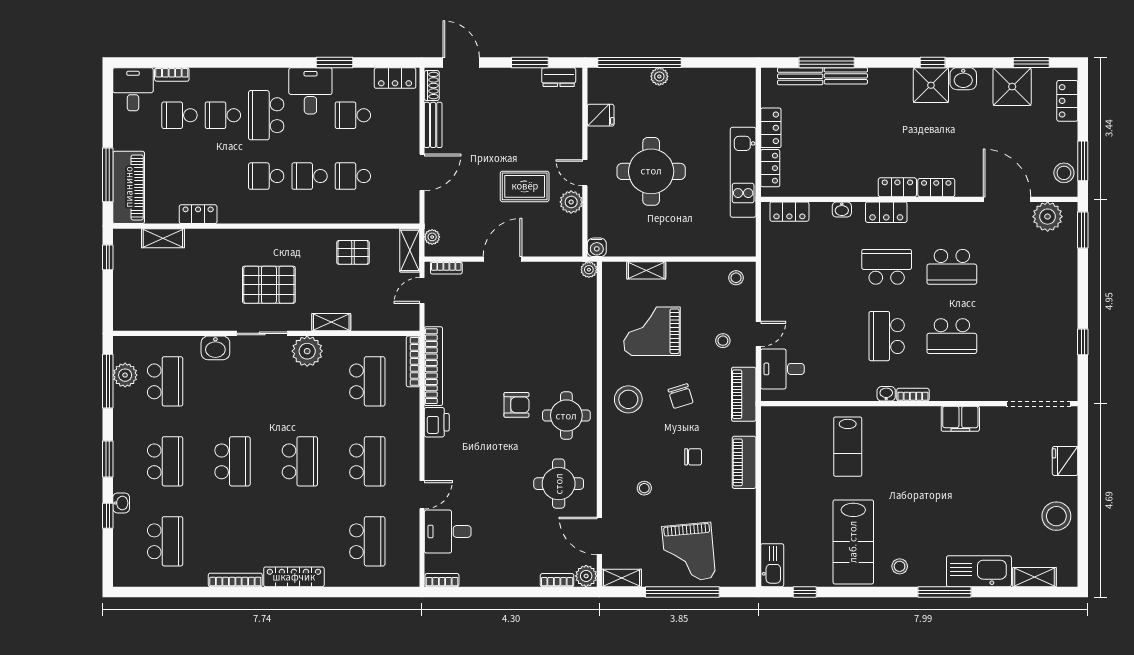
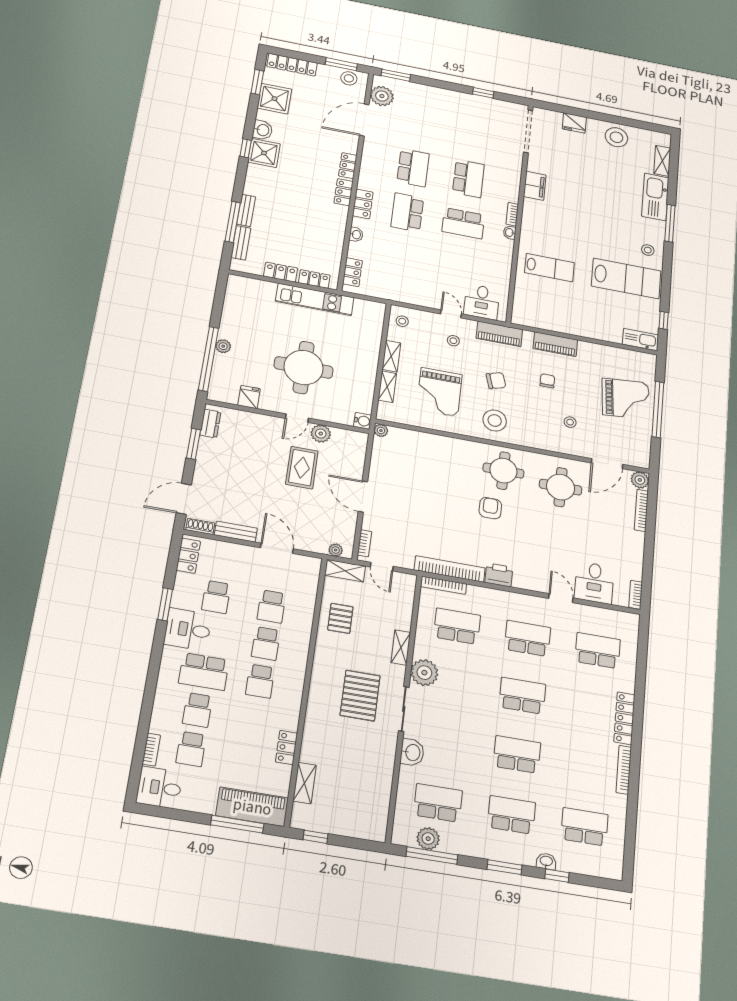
locker: (1067, 101) -> (292, 65), width x1.53
shelving: (622, 578) -> (391, 356), moved
bookcase: (557, 580) -> (641, 510), width x1.56

